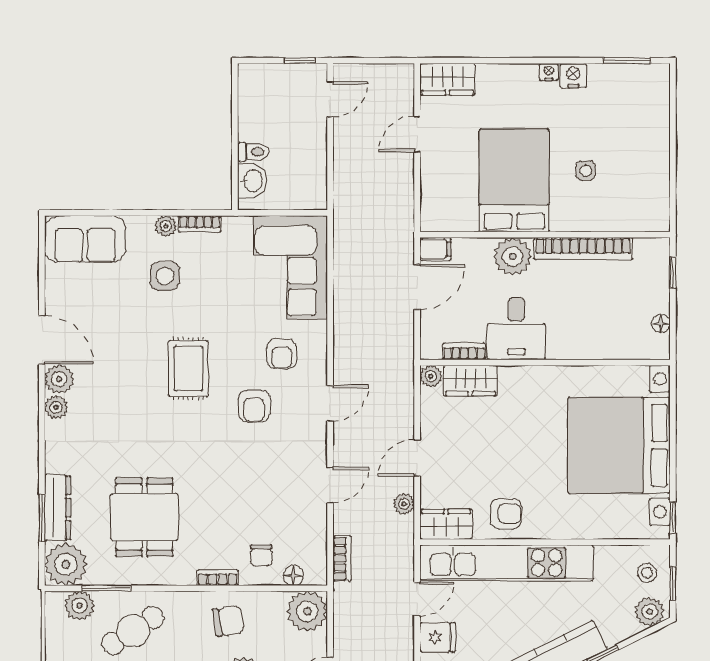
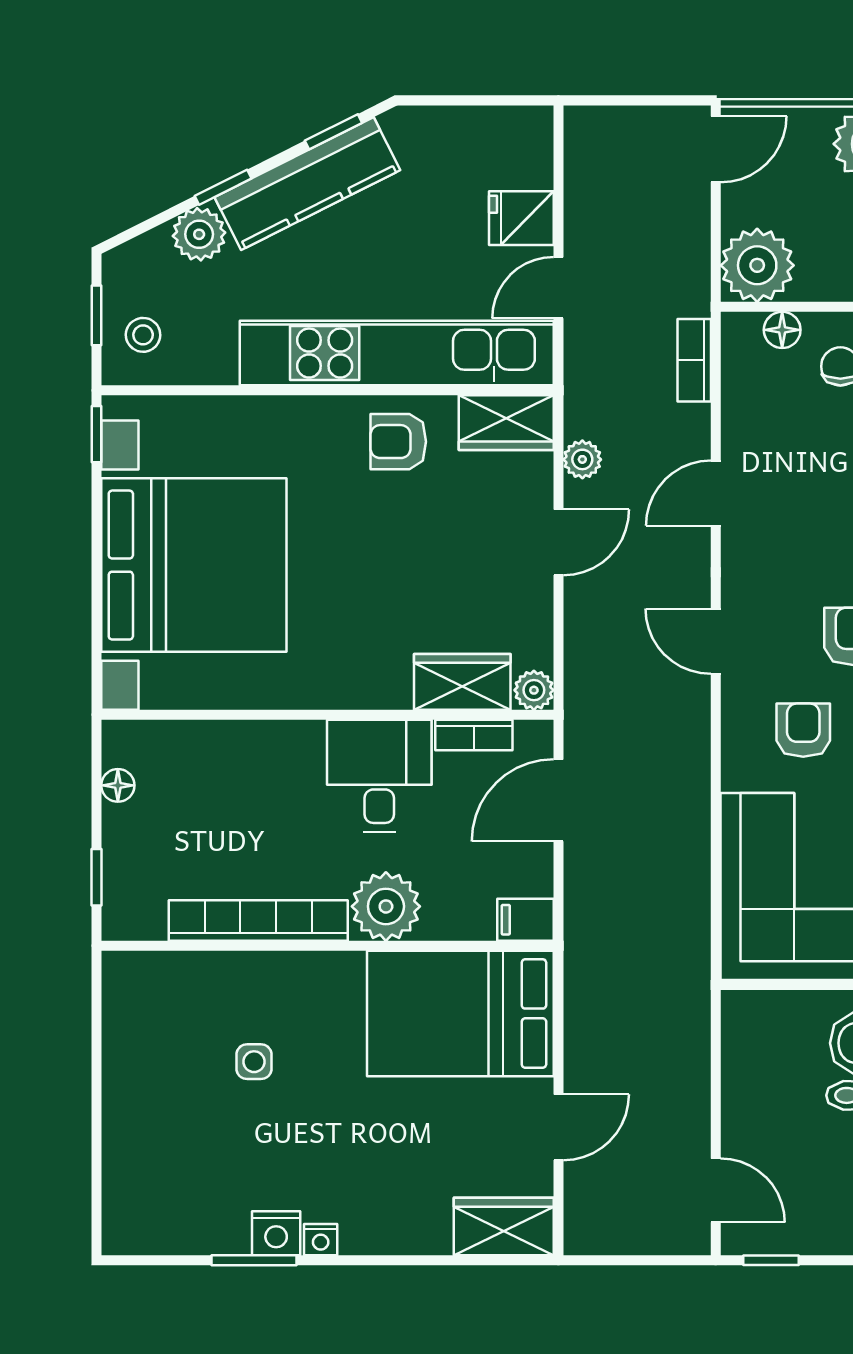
window: (627, 61) -> (254, 1260), moved
door: (330, 99) -> (716, 1190), swing flipped
bed: (514, 180) -> (460, 1013), moved, turned 90
door: (417, 287) -> (558, 800), moved
door: (330, 403) -> (716, 641), hinge flipped
plant: (650, 612) -> (199, 234), moved

